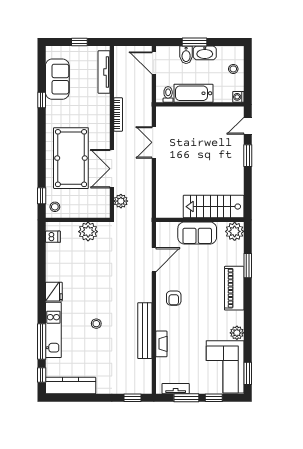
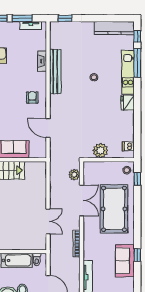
sofa: (57, 79) -> (125, 261), moved
door: (154, 260) -> (48, 128), hinge flipped

